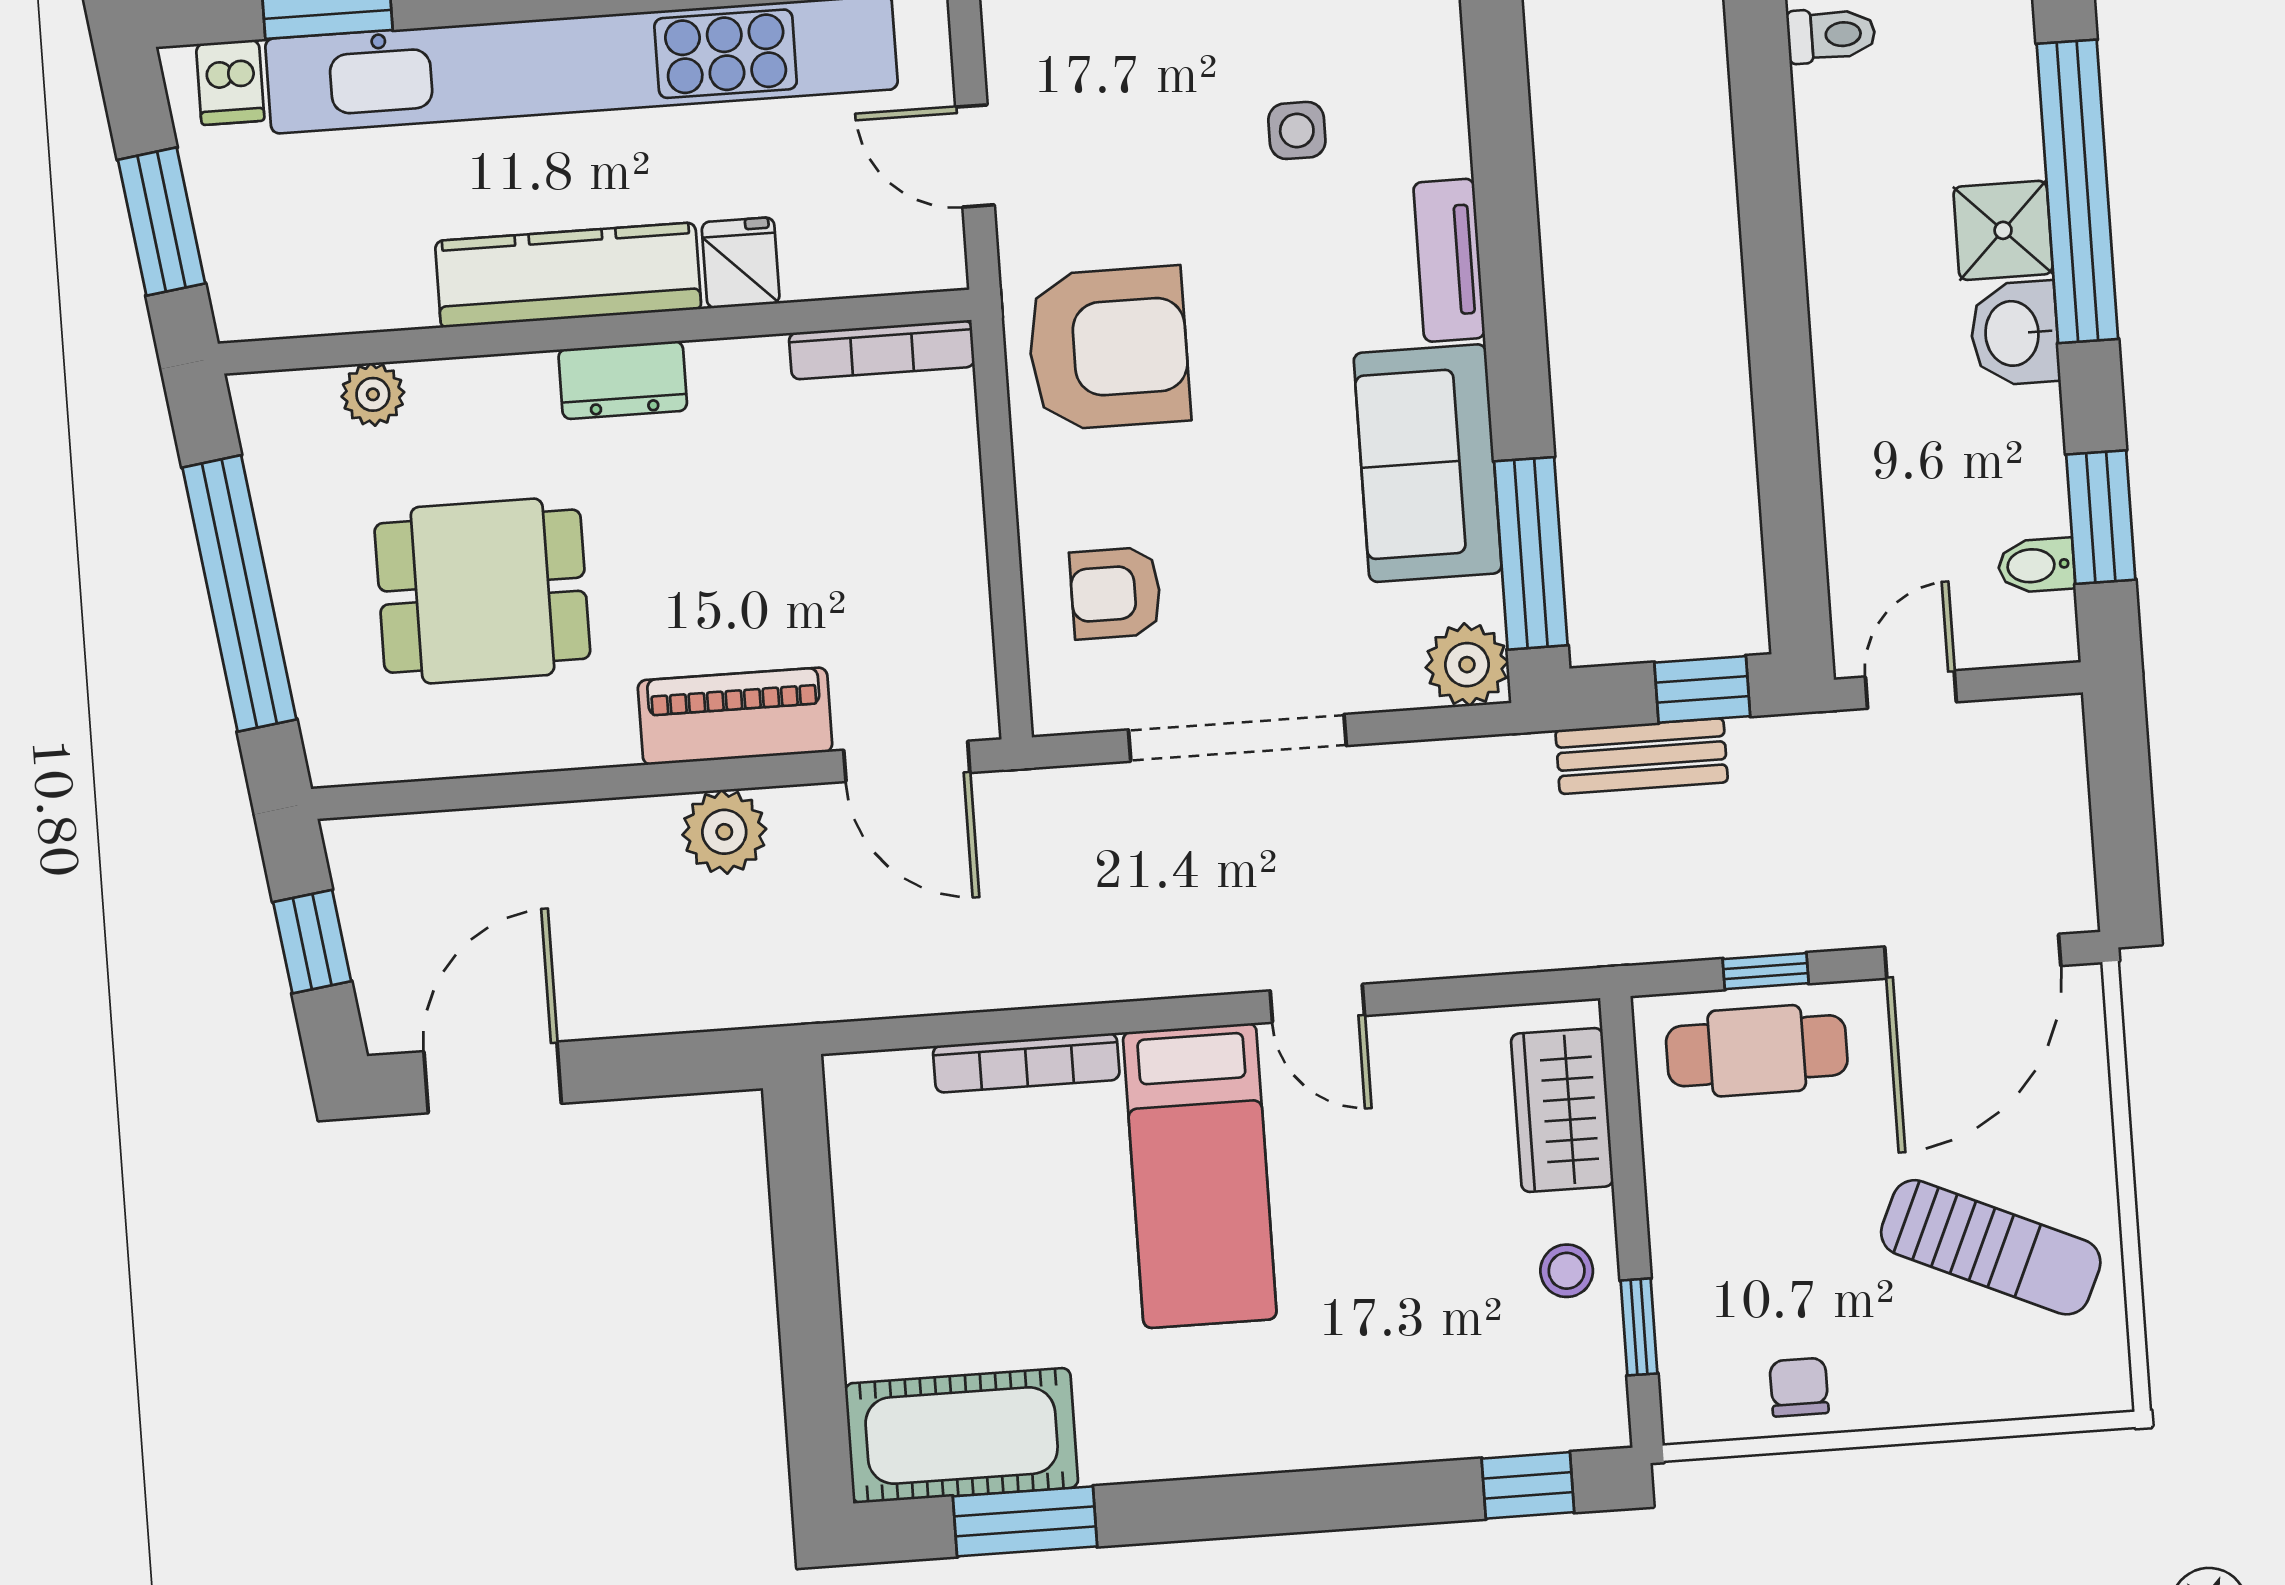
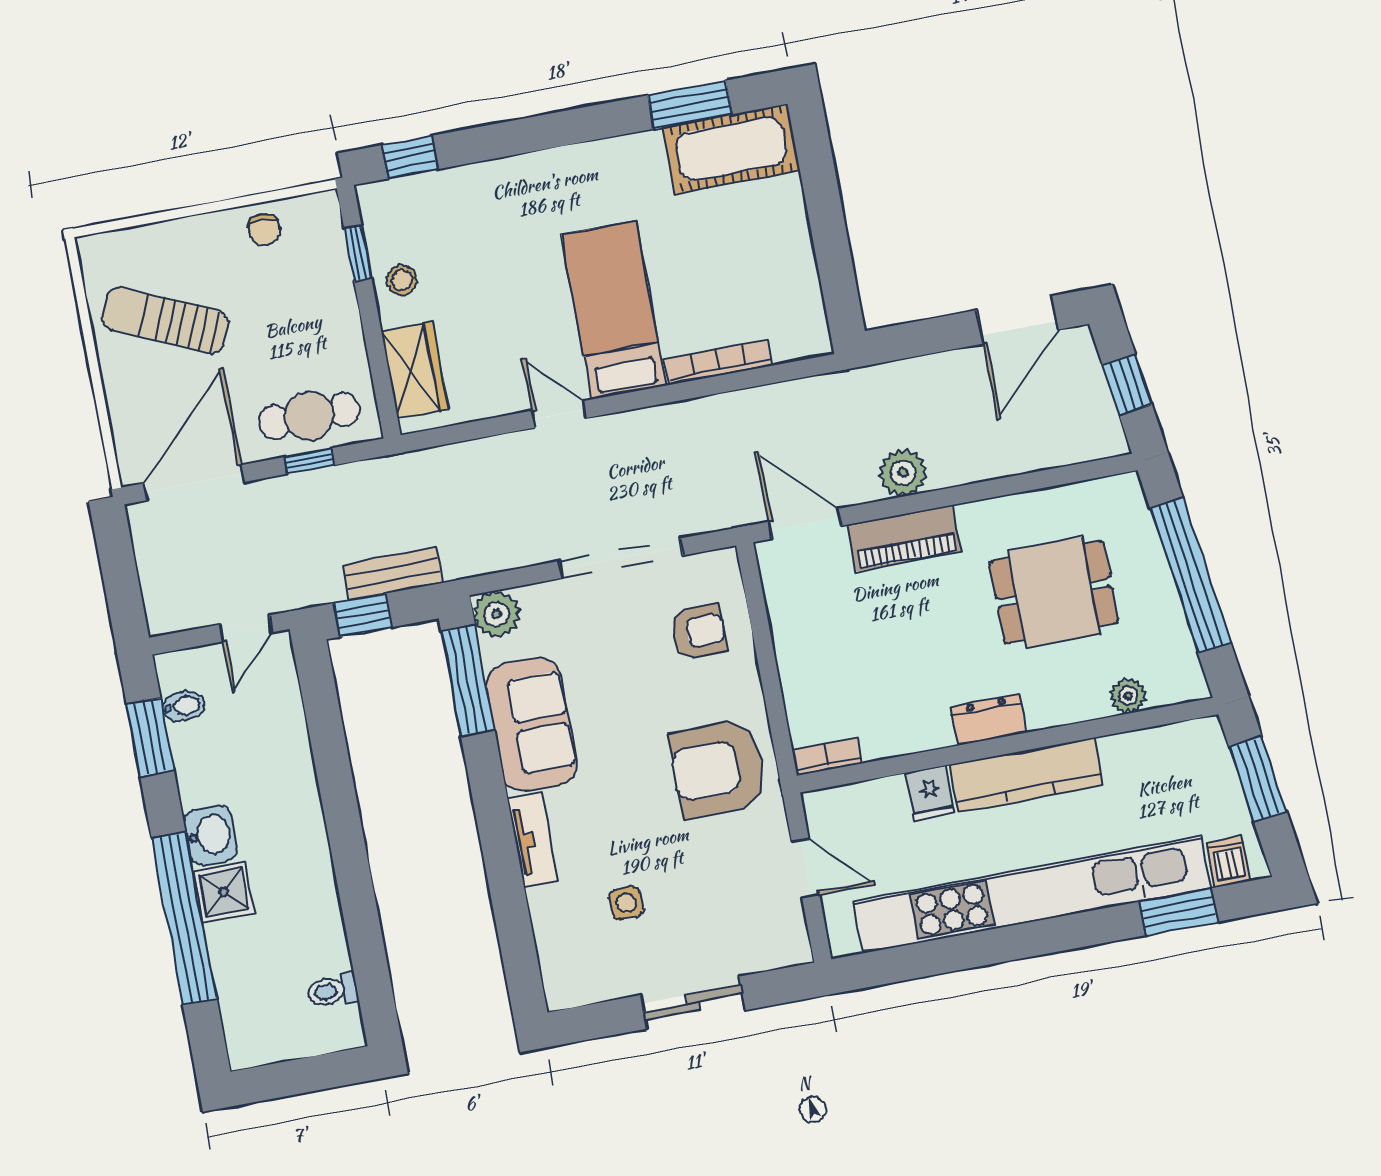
bookcase: (882, 350) -> (827, 757), width x0.64

